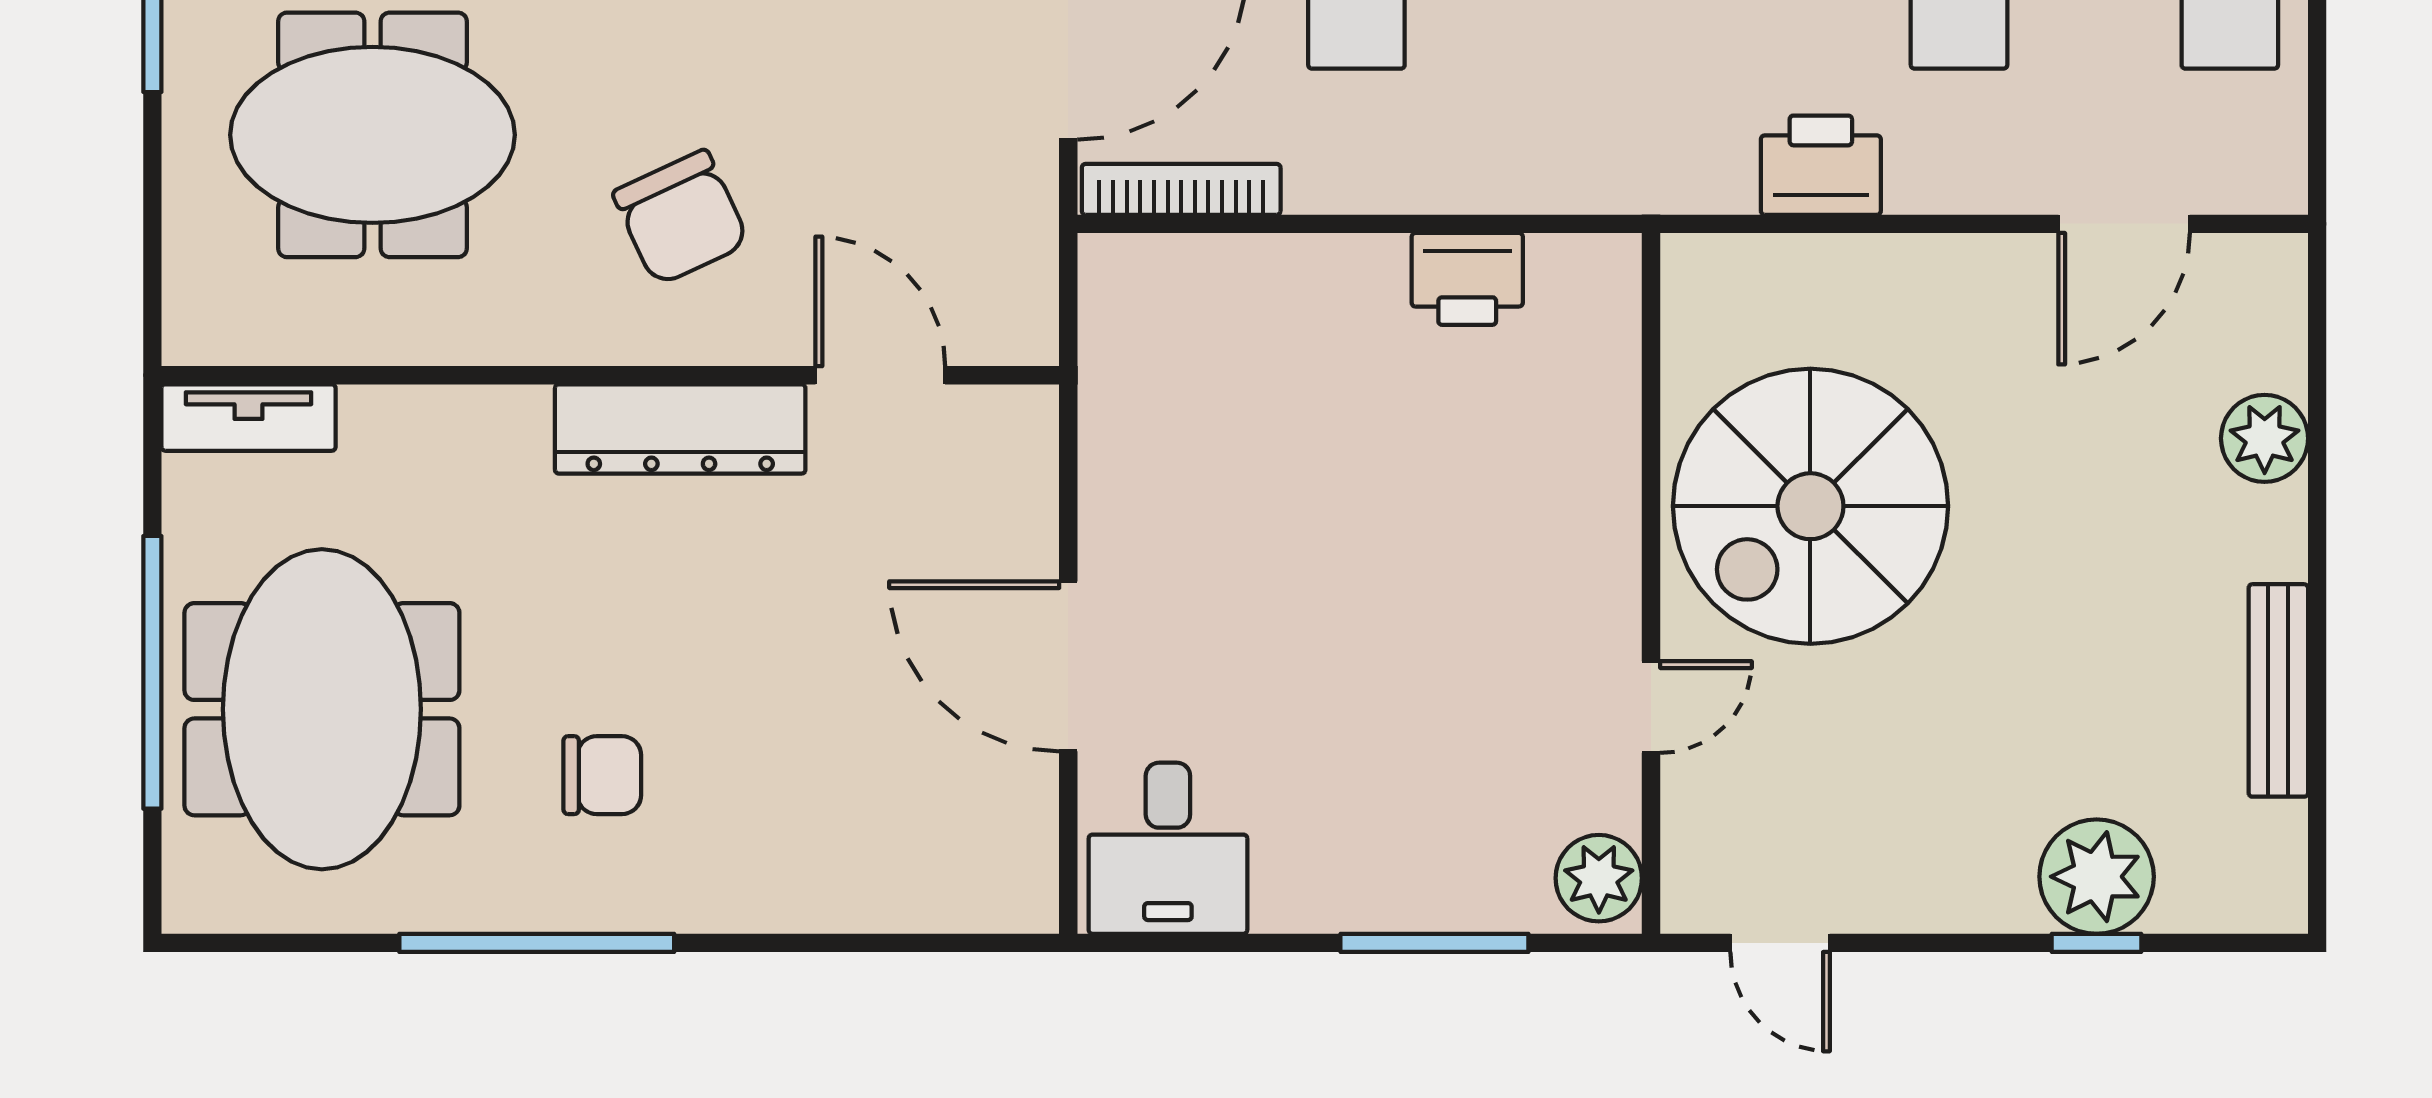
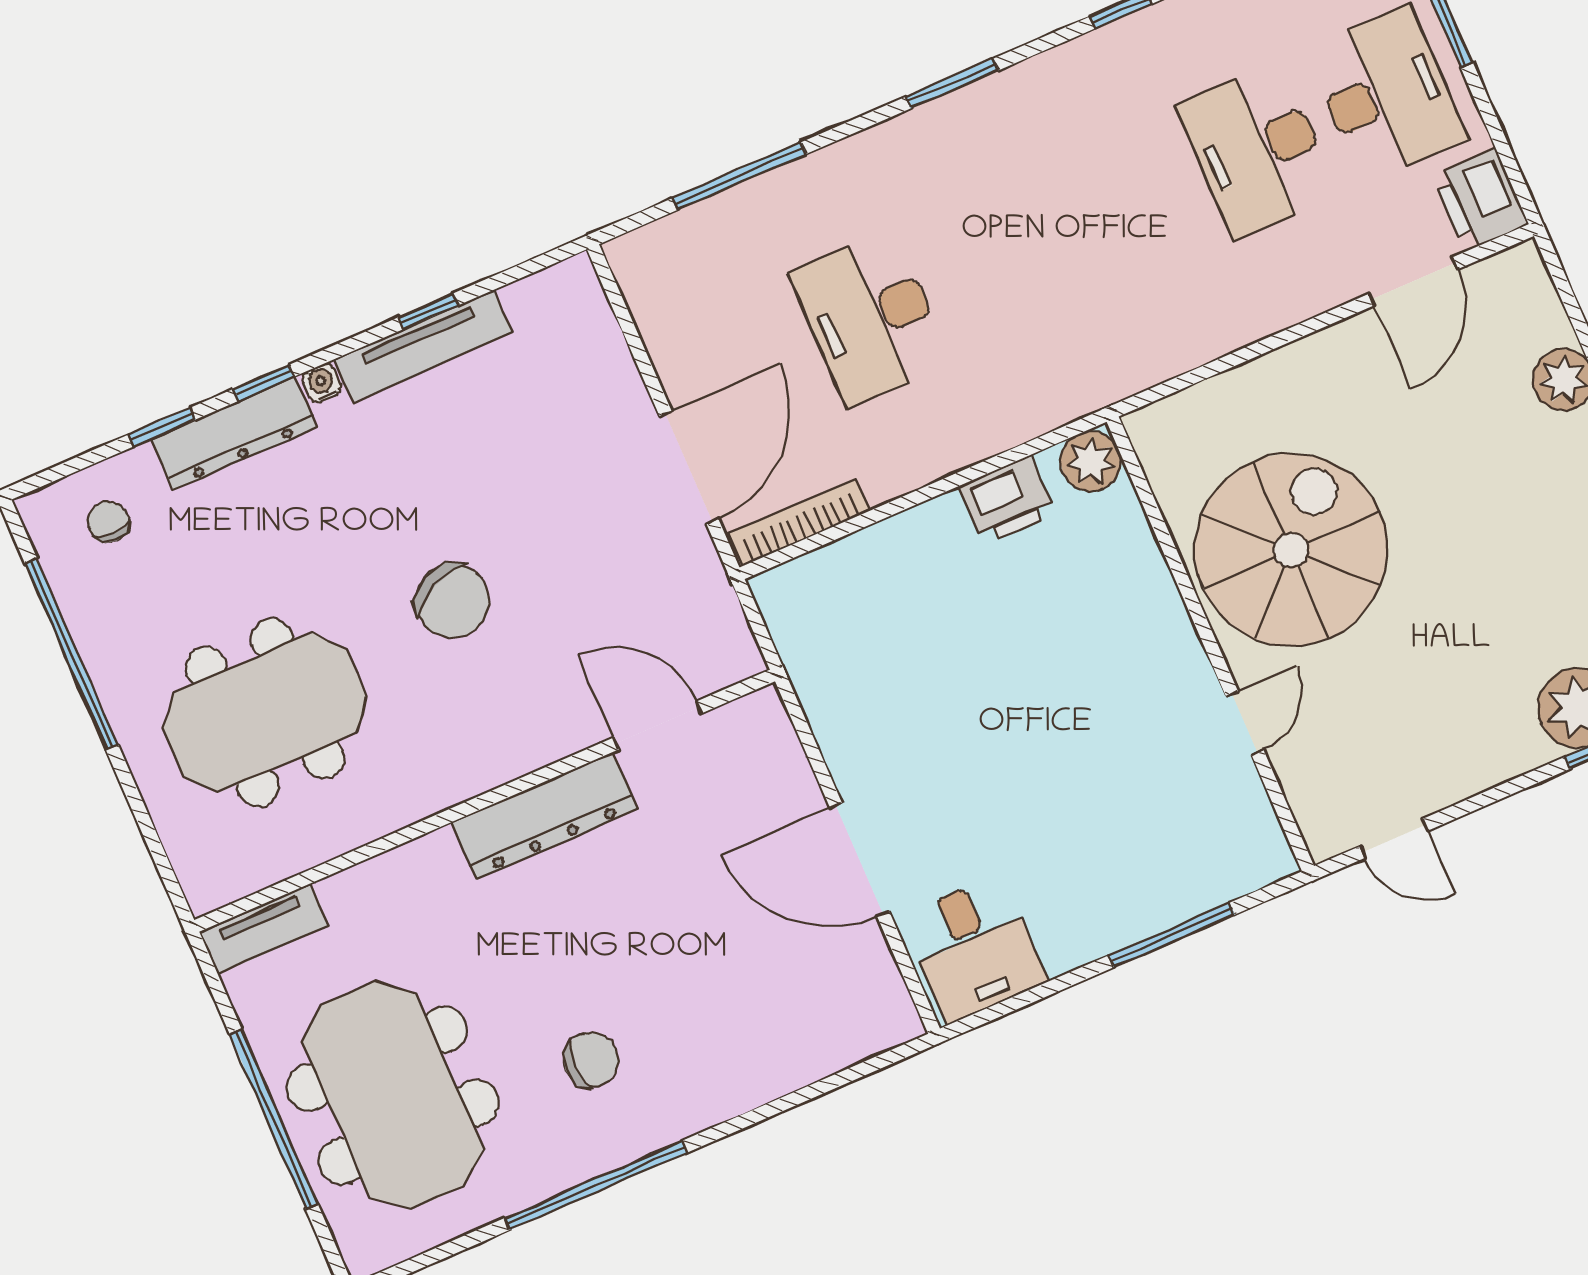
printer: (1821, 165) -> (1480, 199), moved, turned -90
chair: (681, 218) -> (453, 601), moved
spiral stairs: (1810, 506) -> (1291, 550), turned 180
plant: (1599, 878) -> (1091, 461), moved

